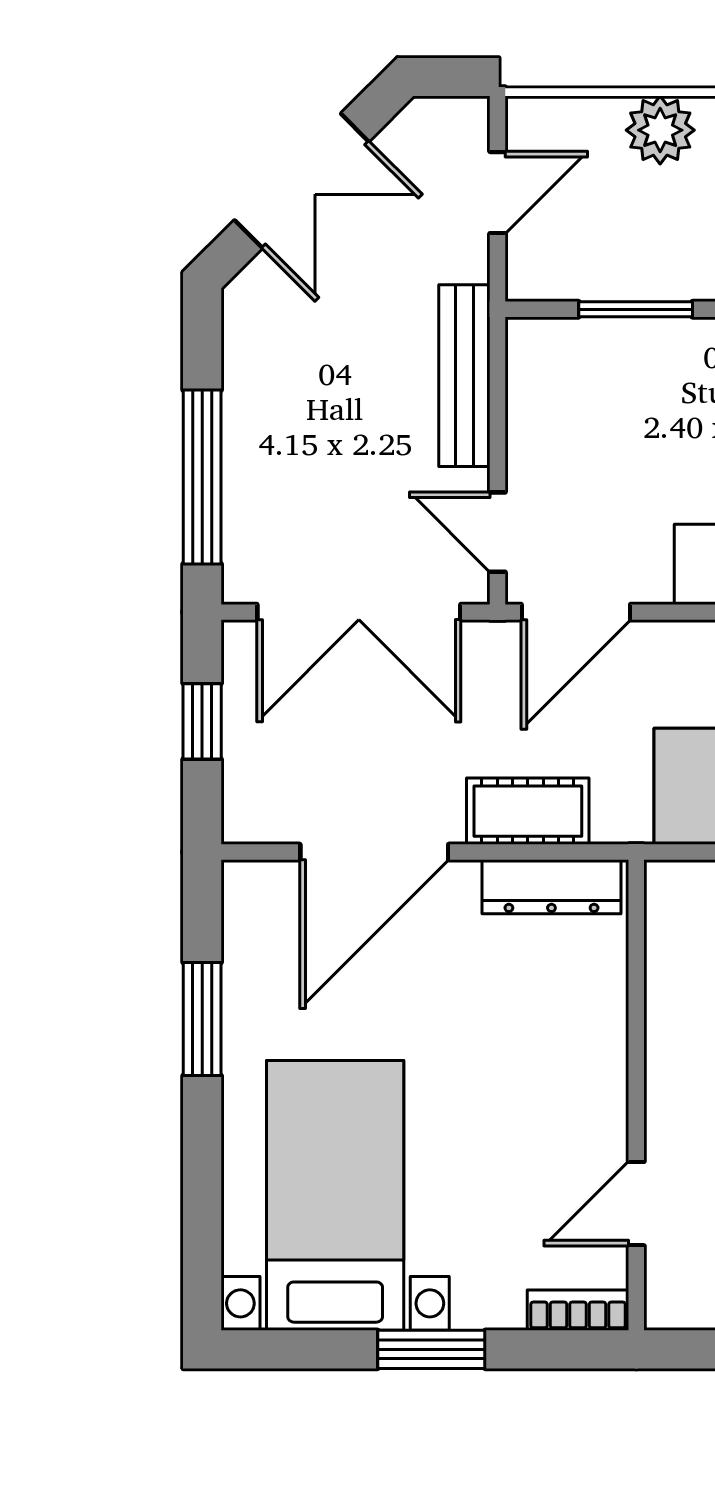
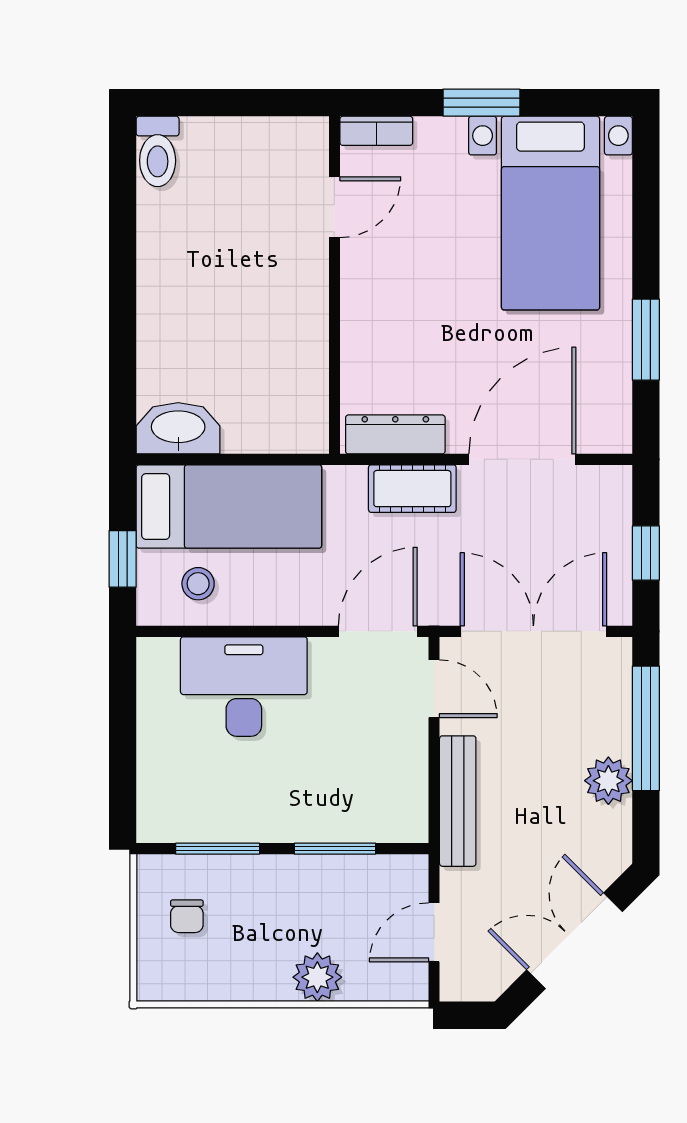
plant: (254, 404) -> (608, 781), added

